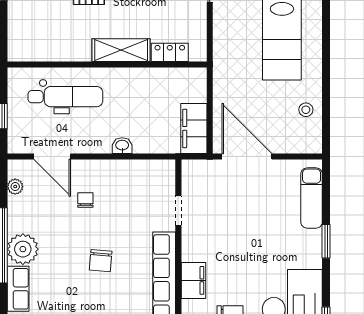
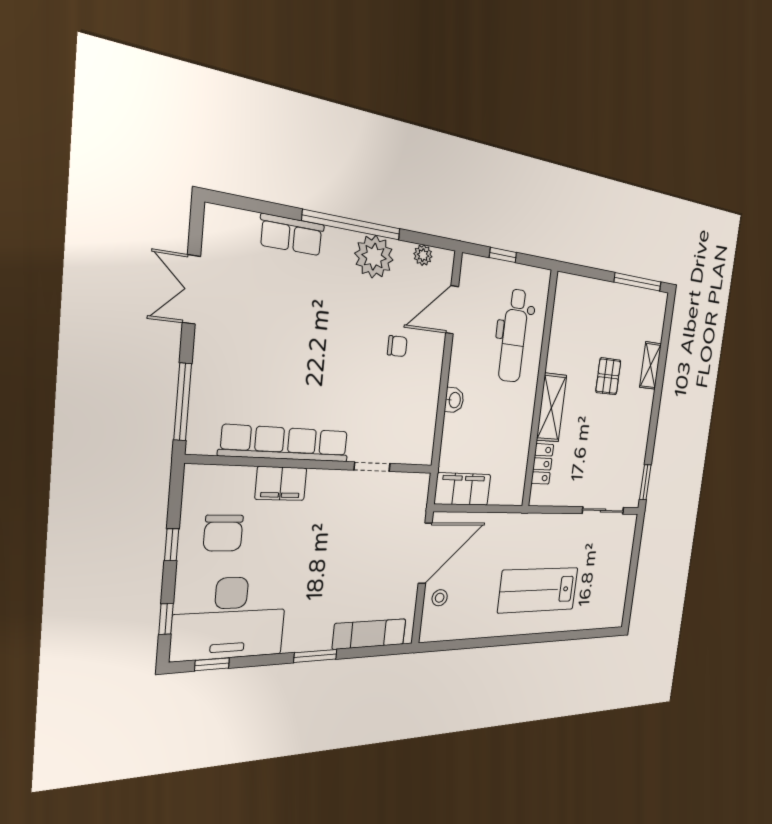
stool: (306, 110) -> (440, 598), moved
plant: (23, 249) -> (374, 257), moved
chair: (101, 261) -> (319, 358), removed

